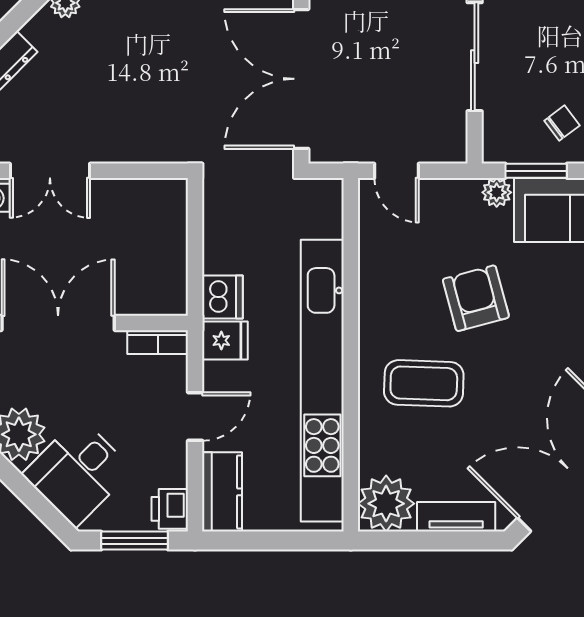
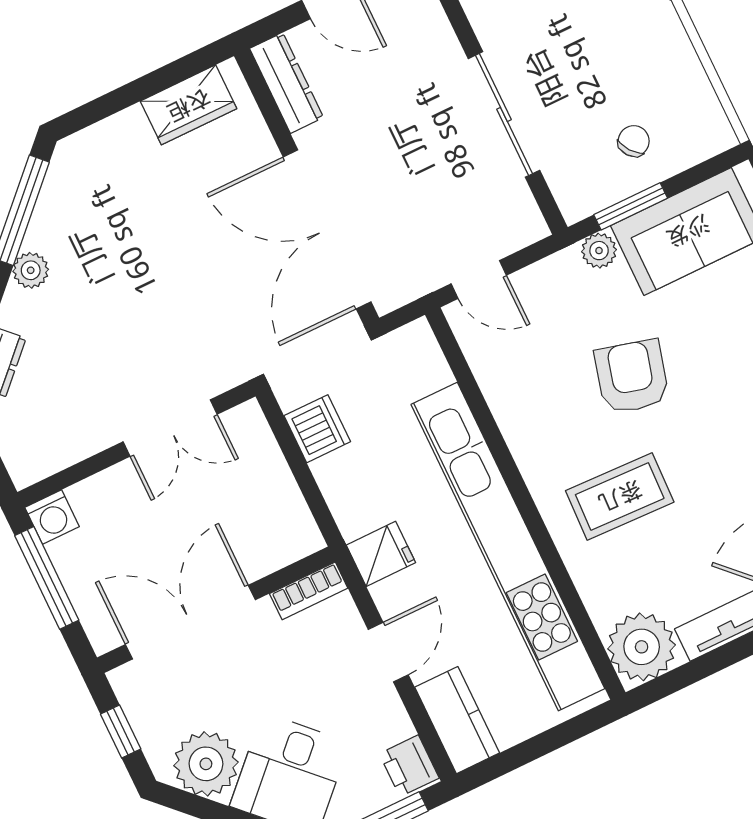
double door: (50, 171) -> (170, 428), moved
dishwasher: (222, 297) -> (317, 429), moved
armchair: (476, 298) -> (632, 377), turned 30

